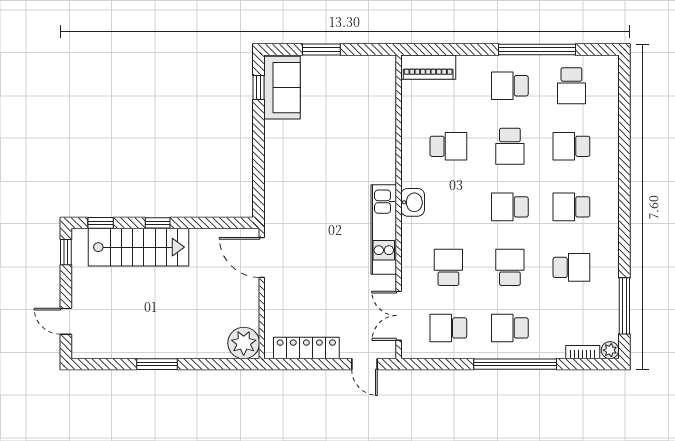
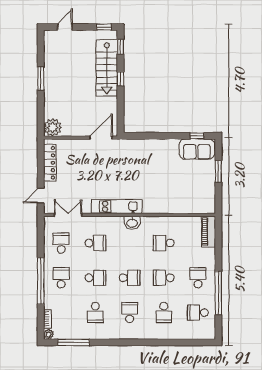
school desk: (448, 146) -> (164, 243), turned 90
school desk: (571, 146) -> (164, 313), turned 180
school desk: (510, 207) -> (130, 278), turned 90

